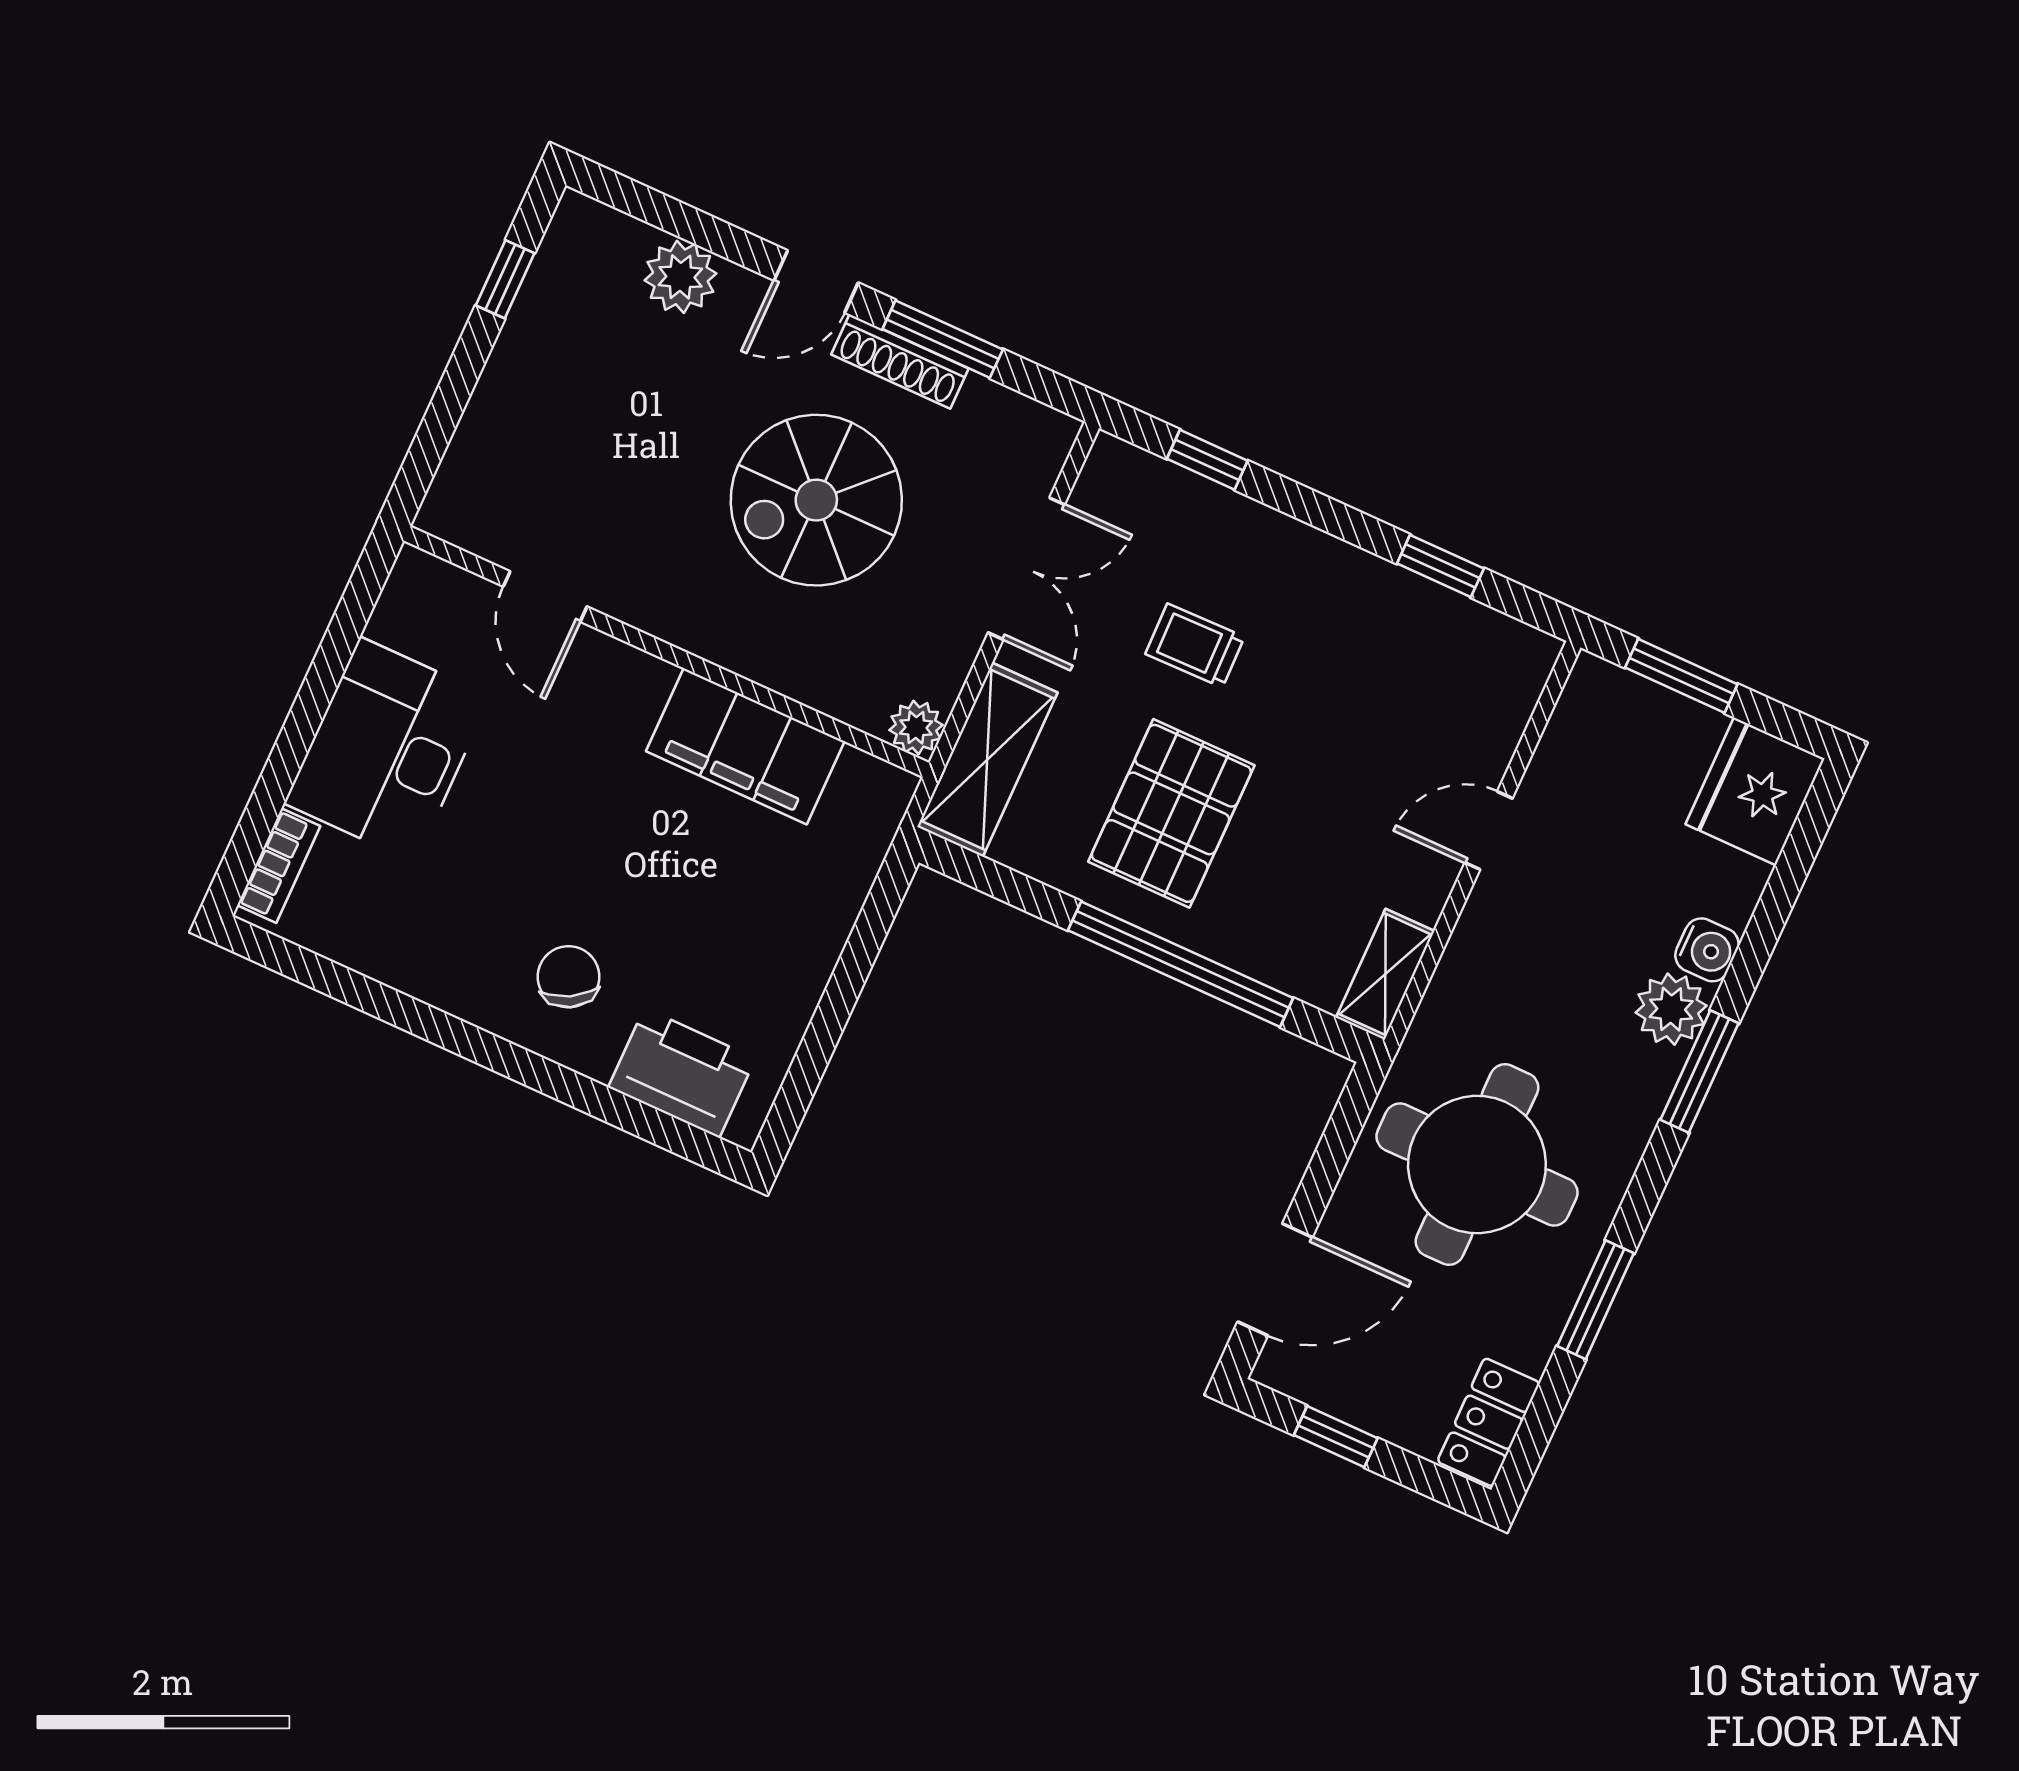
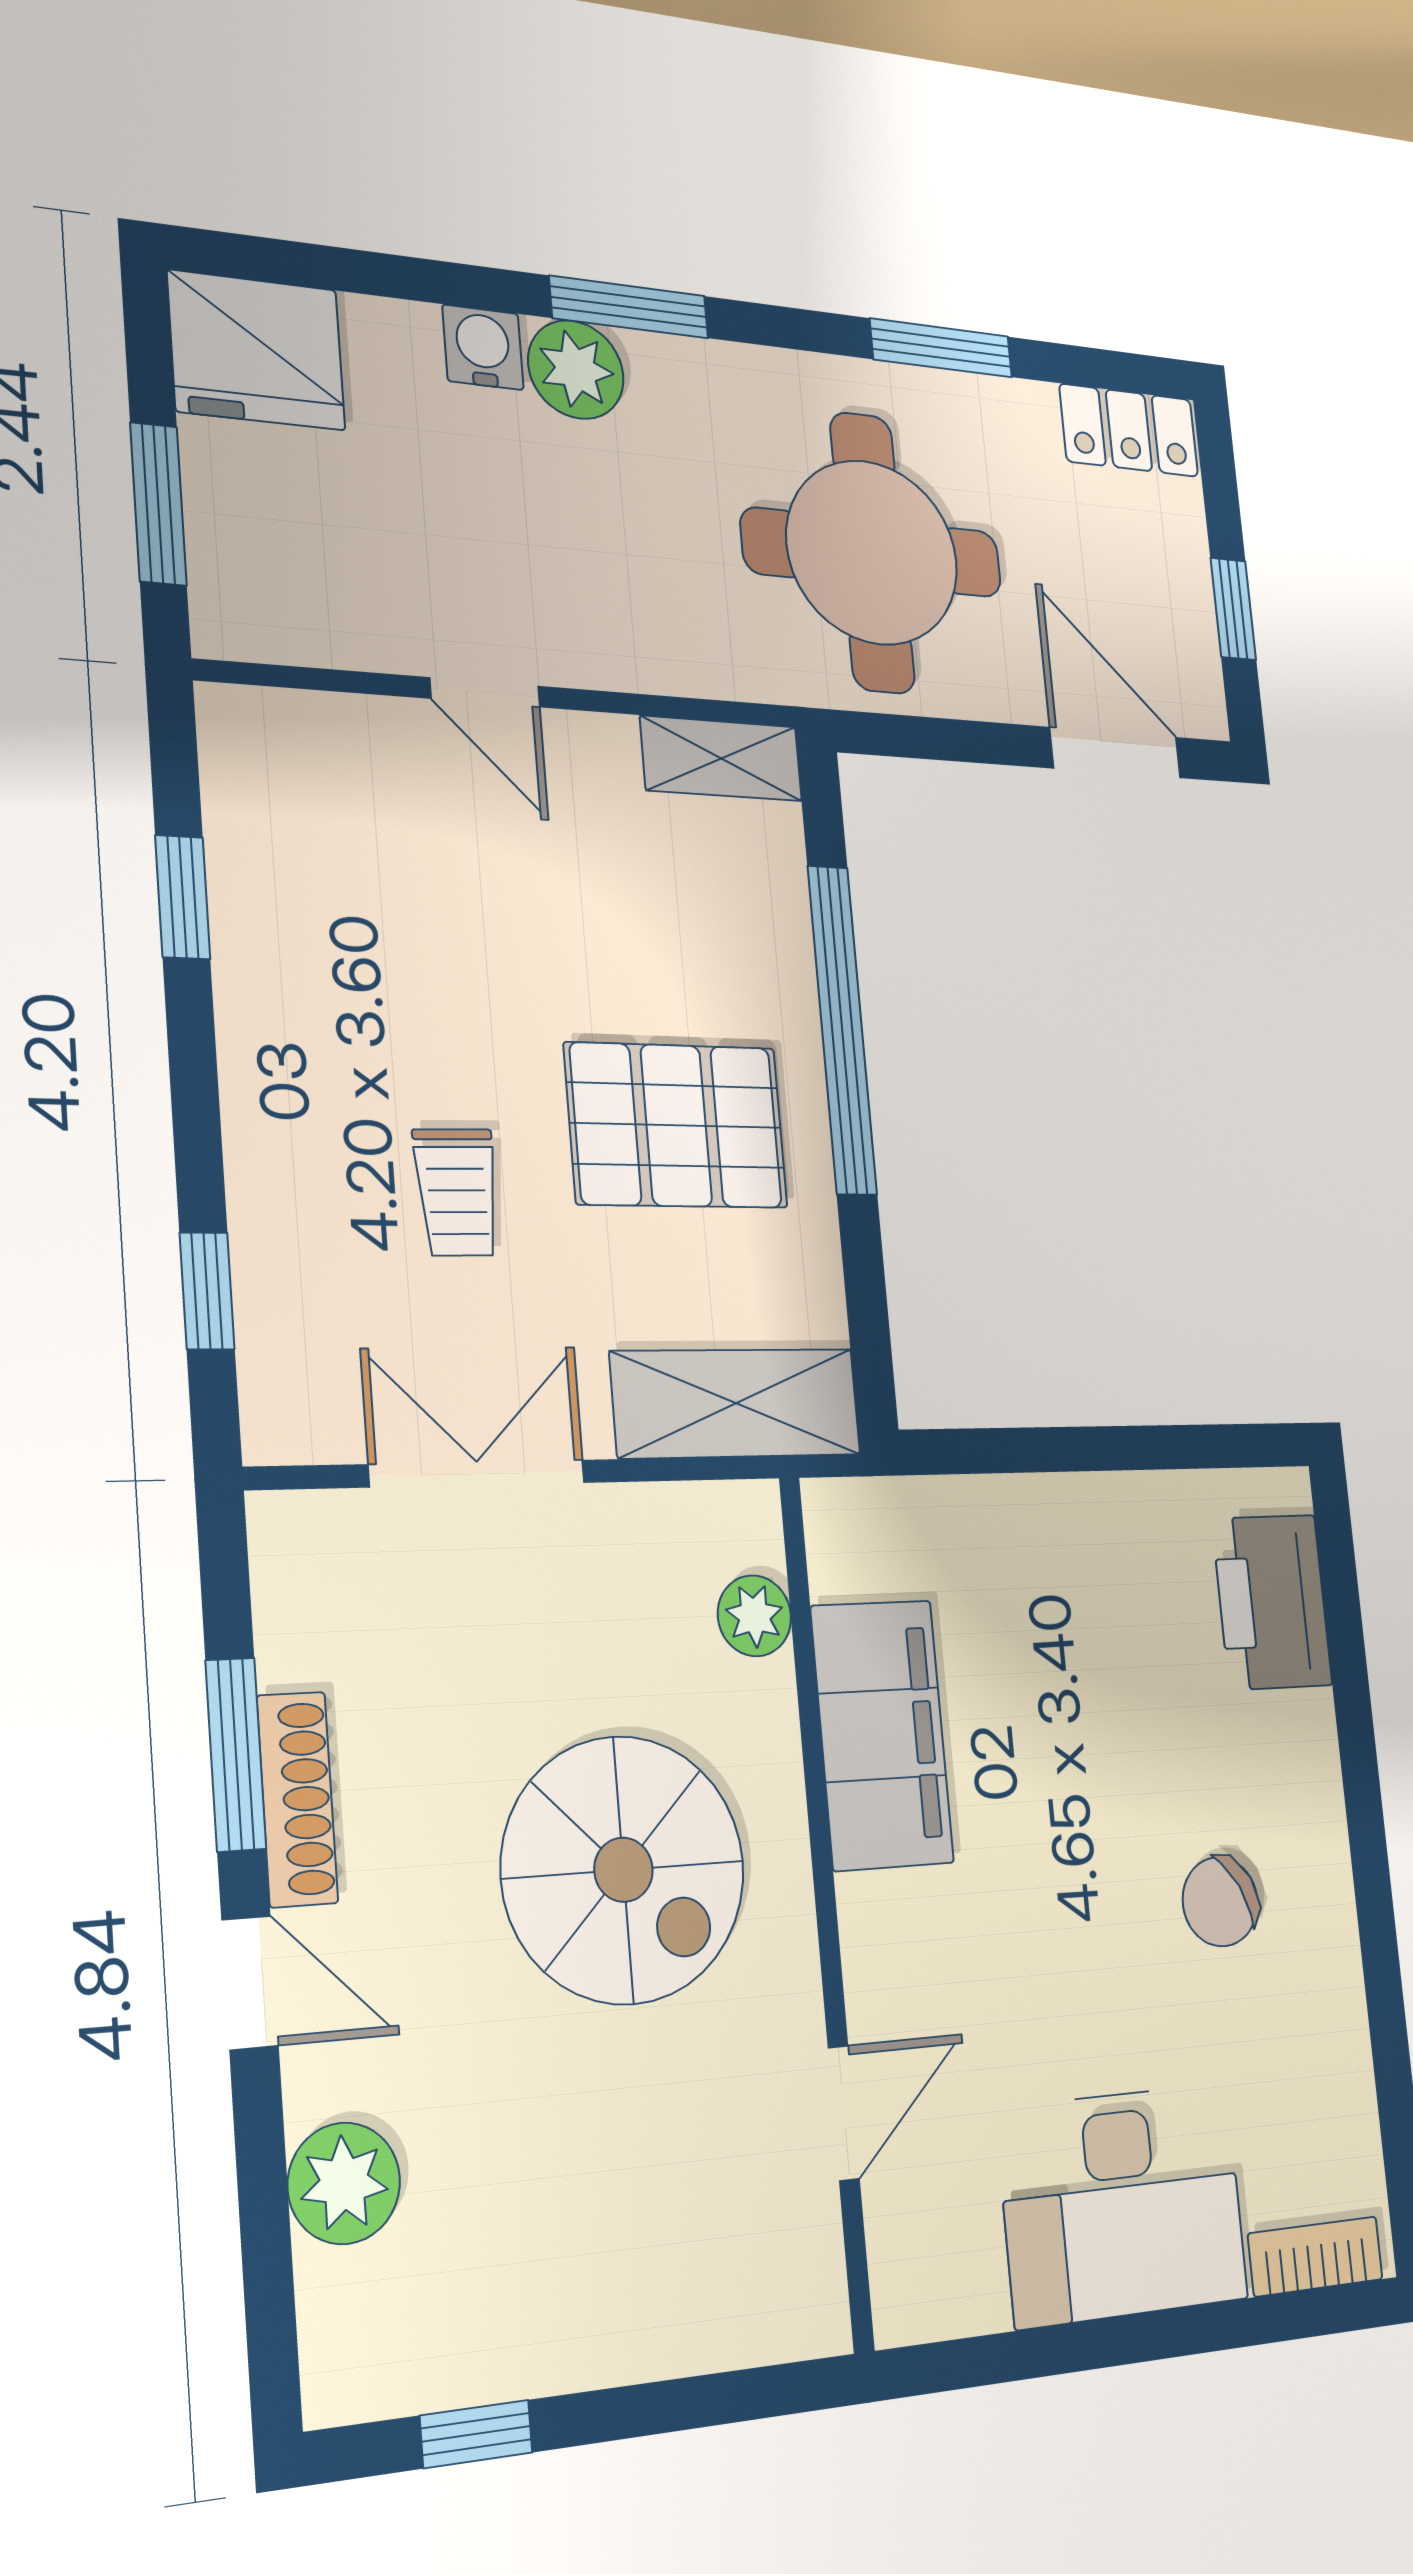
spiral stairs: (816, 500) -> (623, 1870), moved
plant: (916, 727) -> (754, 1616), moved
chair: (568, 977) -> (1220, 1902), moved

